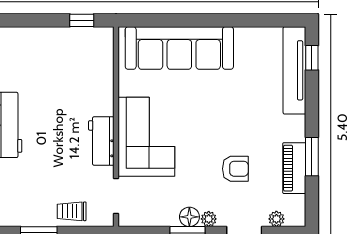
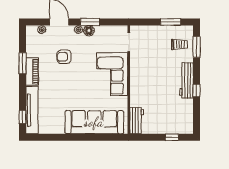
window: (82, 20) -> (172, 137), moved
workbench: (101, 141) -> (137, 121), moved
piano: (294, 168) -> (32, 72), moved
trolley: (72, 211) -> (179, 44), moved

